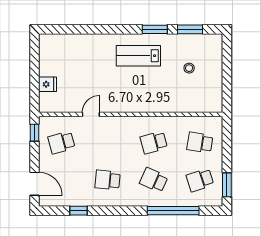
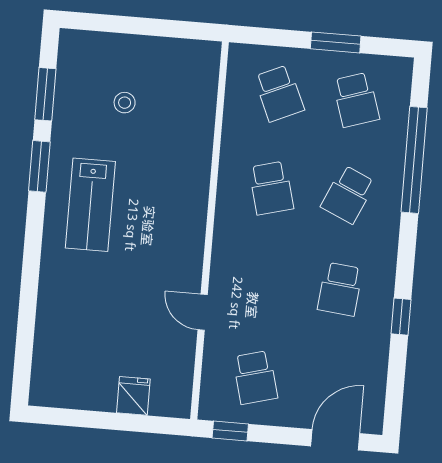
school desk: (200, 143) -> (279, 93), turned -33
window: (227, 185) -> (336, 42), moved
window: (78, 211) -> (401, 317), moved

